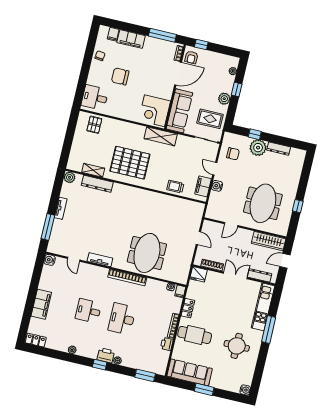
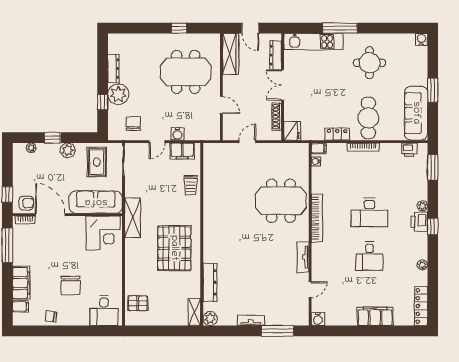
shelving: (93, 170) -> (194, 312), moved
locker: (36, 340) -> (421, 306), width x1.53
printer: (167, 344) -> (409, 150), moved

